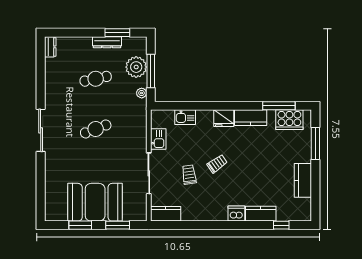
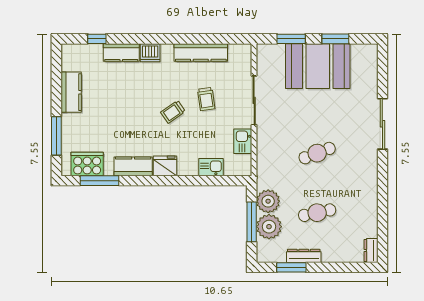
plant: (142, 93) -> (268, 201), width x1.88, depth x1.88
sliding door: (41, 130) -> (382, 124), moved
kitchen counter: (166, 214) -> (201, 52), moved, width x1.50

